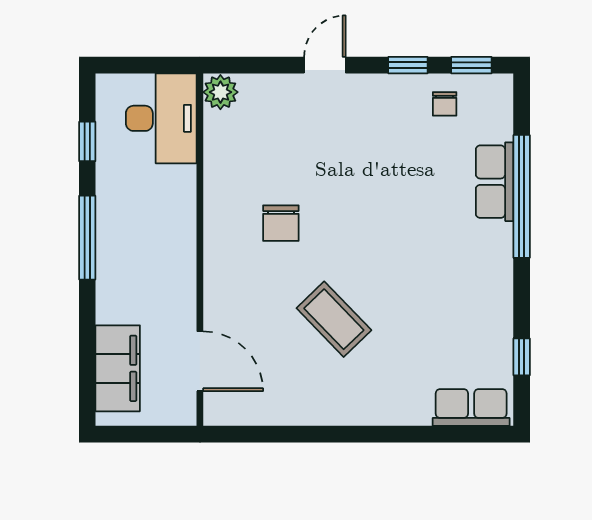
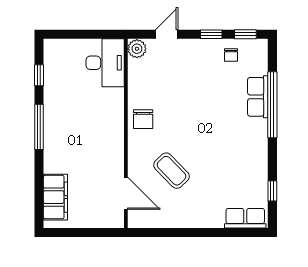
plant: (220, 92) -> (137, 49), moved
desk: (161, 118) -> (105, 63), moved
wall: (200, 250) -> (126, 133), moved
door: (200, 361) -> (126, 193), moved

